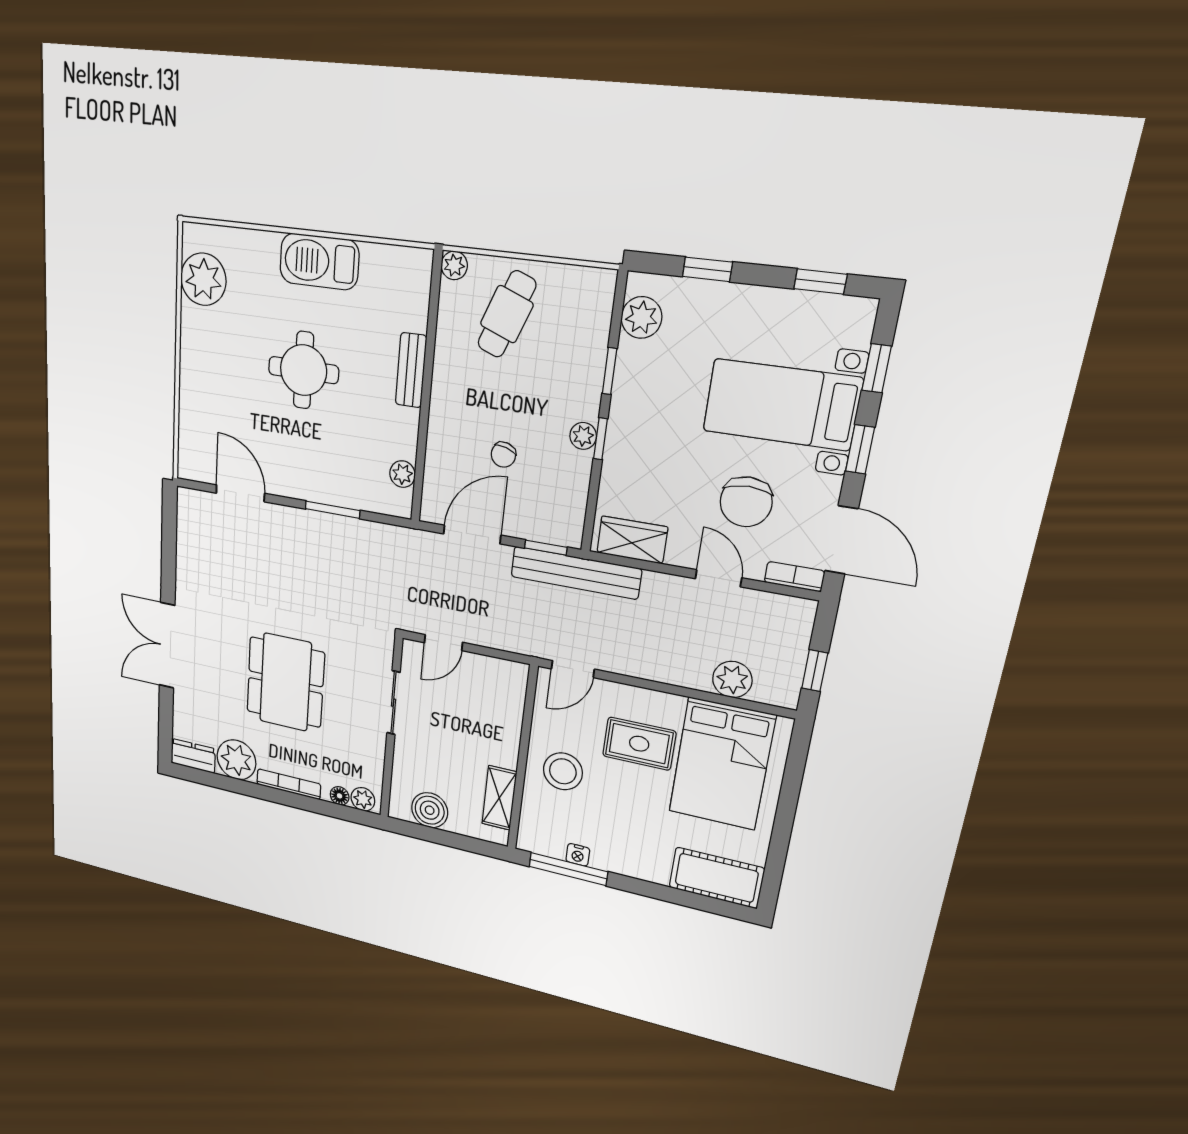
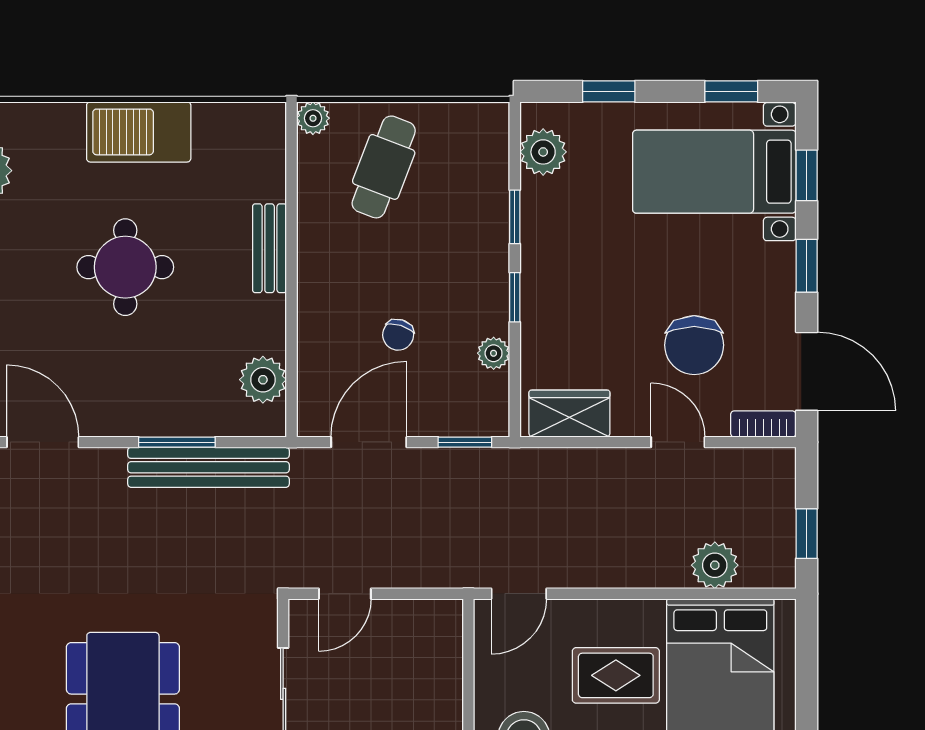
bed with nightstands: (782, 405) -> (714, 172), moved
plant: (583, 436) -> (494, 353), moved
plant: (402, 474) -> (263, 380), width x1.38, depth x1.38
bench: (576, 573) -> (208, 467), moved

